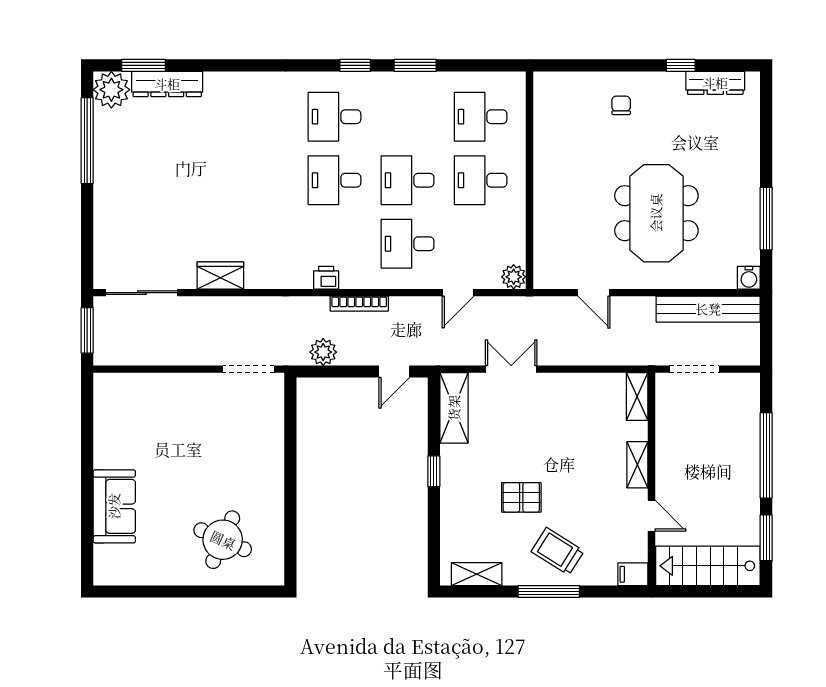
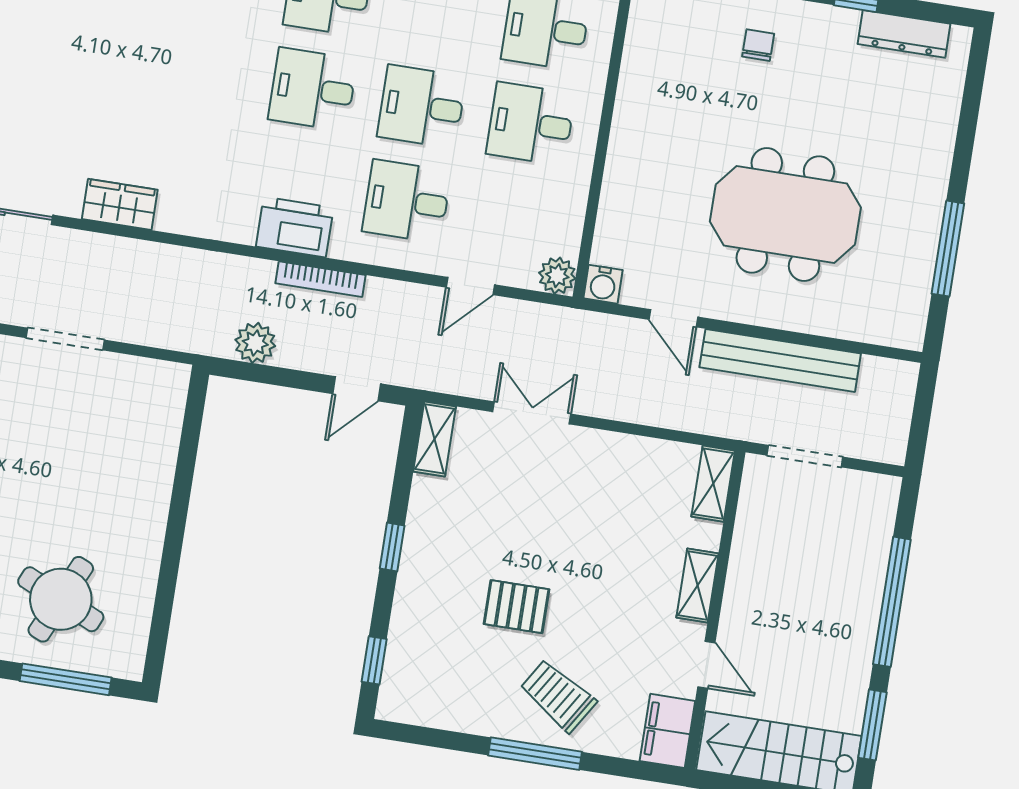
meeting table: (656, 213) -> (785, 214), turned 90
printer: (326, 278) -> (295, 227), width x1.87, depth x1.48
water cooler: (749, 278) -> (603, 284), moved
bench: (708, 309) -> (780, 360), moved
doorway: (248, 369) -> (65, 339), moved
shelving: (454, 408) -> (435, 439), width x0.67, depth x0.75
window: (434, 547) -> (374, 660), added
shelving: (477, 574) -> (432, 711), removed
filing cabinet: (633, 574) -> (667, 731), width x2.00
window: (234, 591) -> (66, 679), added

